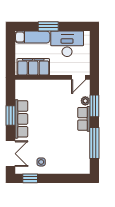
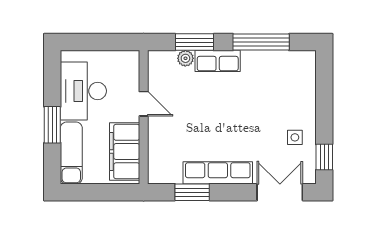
door: (79, 77) -> (144, 104), moved
window: (11, 115) -> (192, 192), moved

